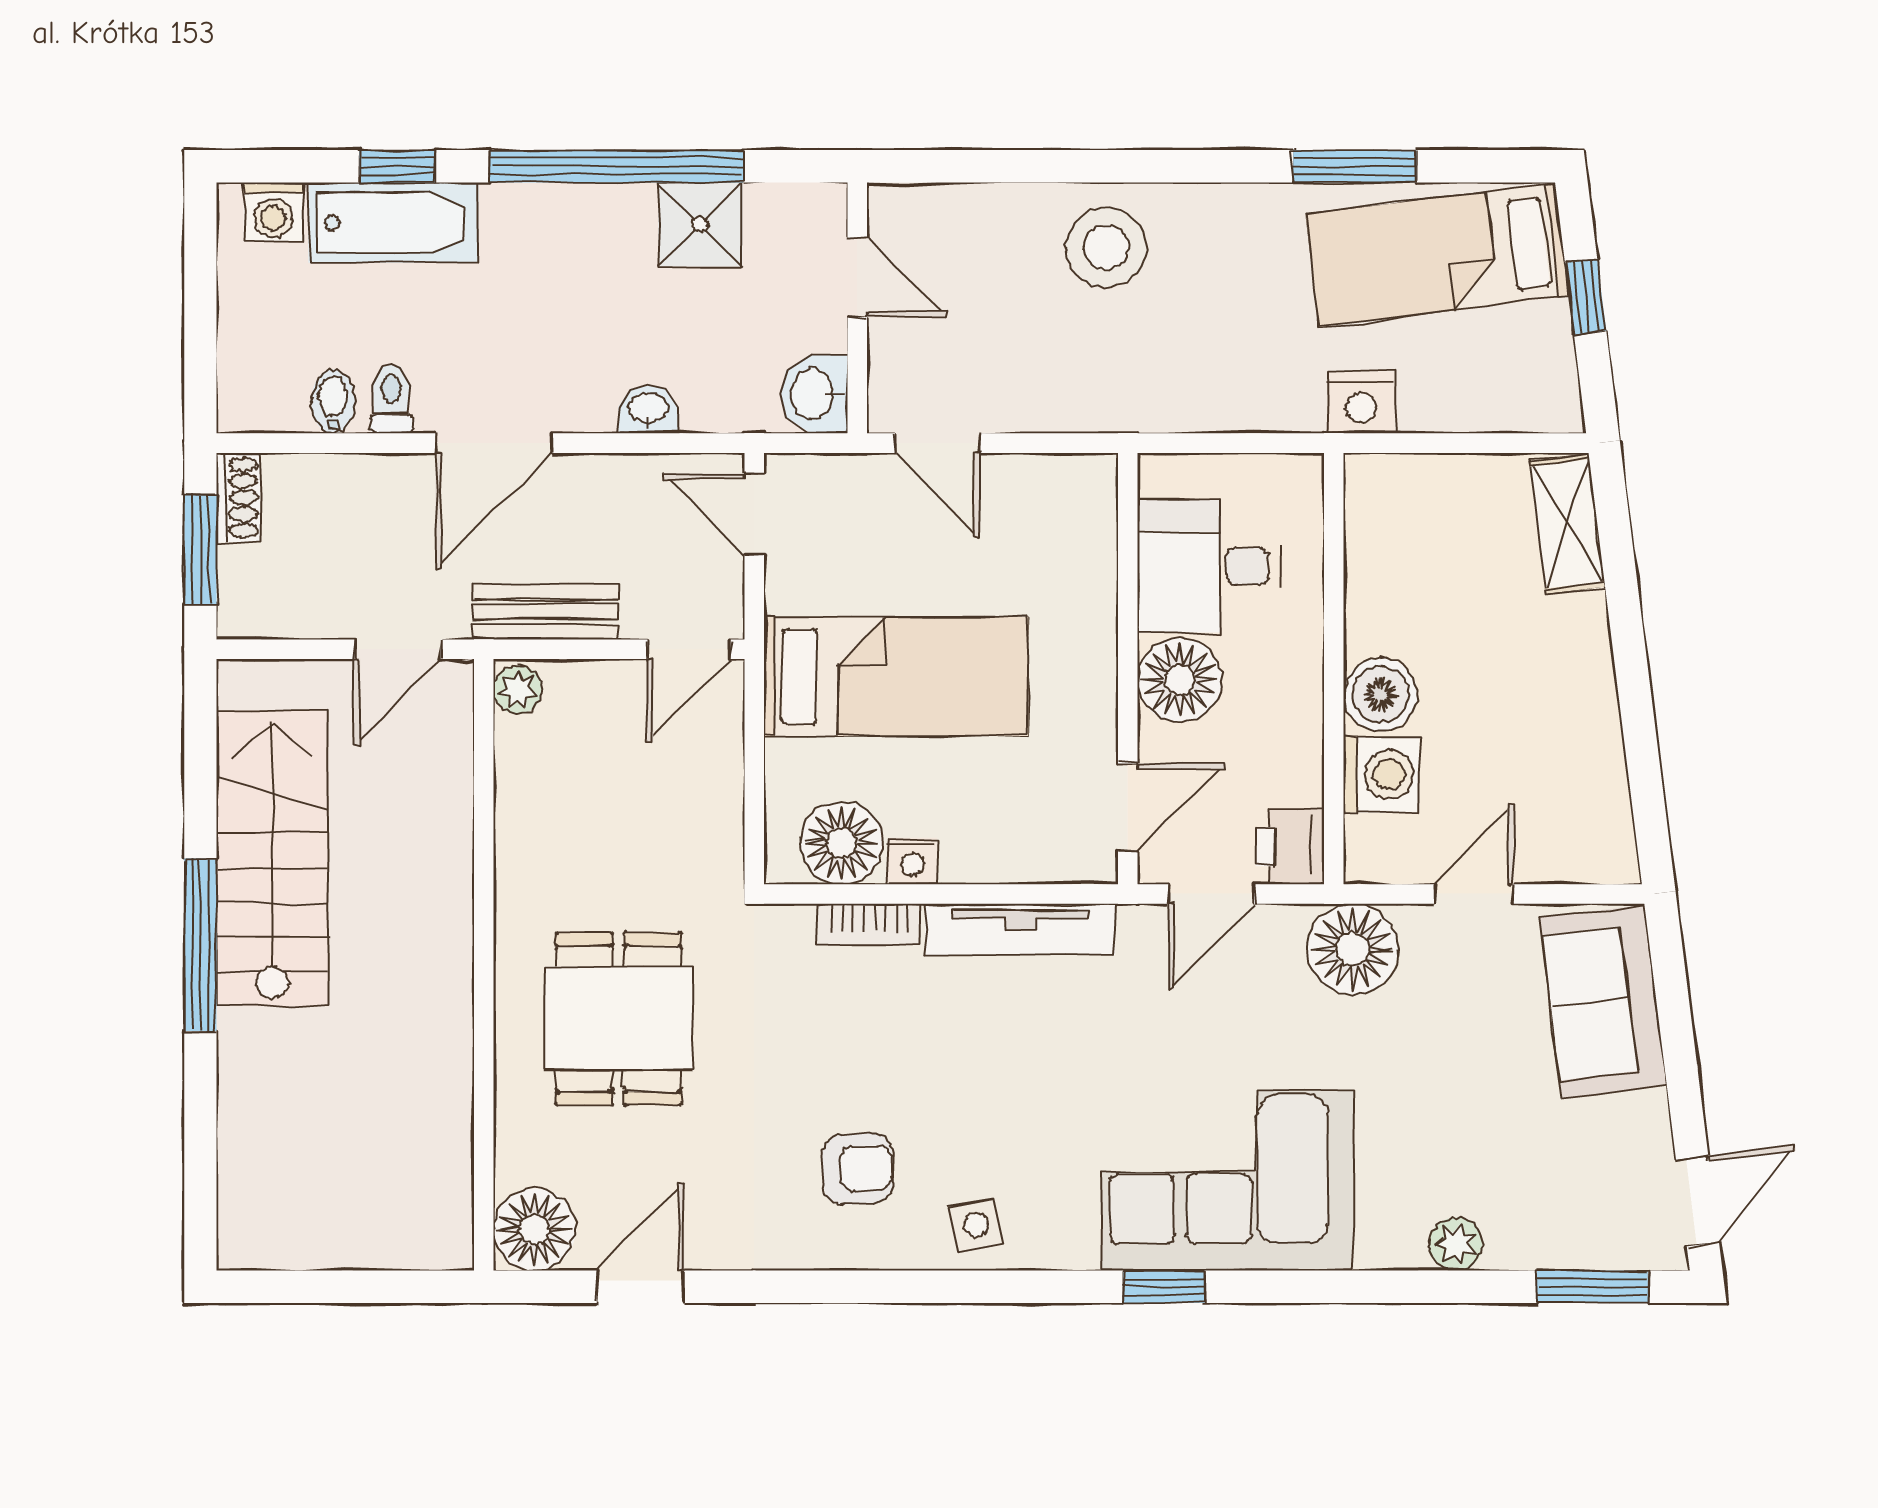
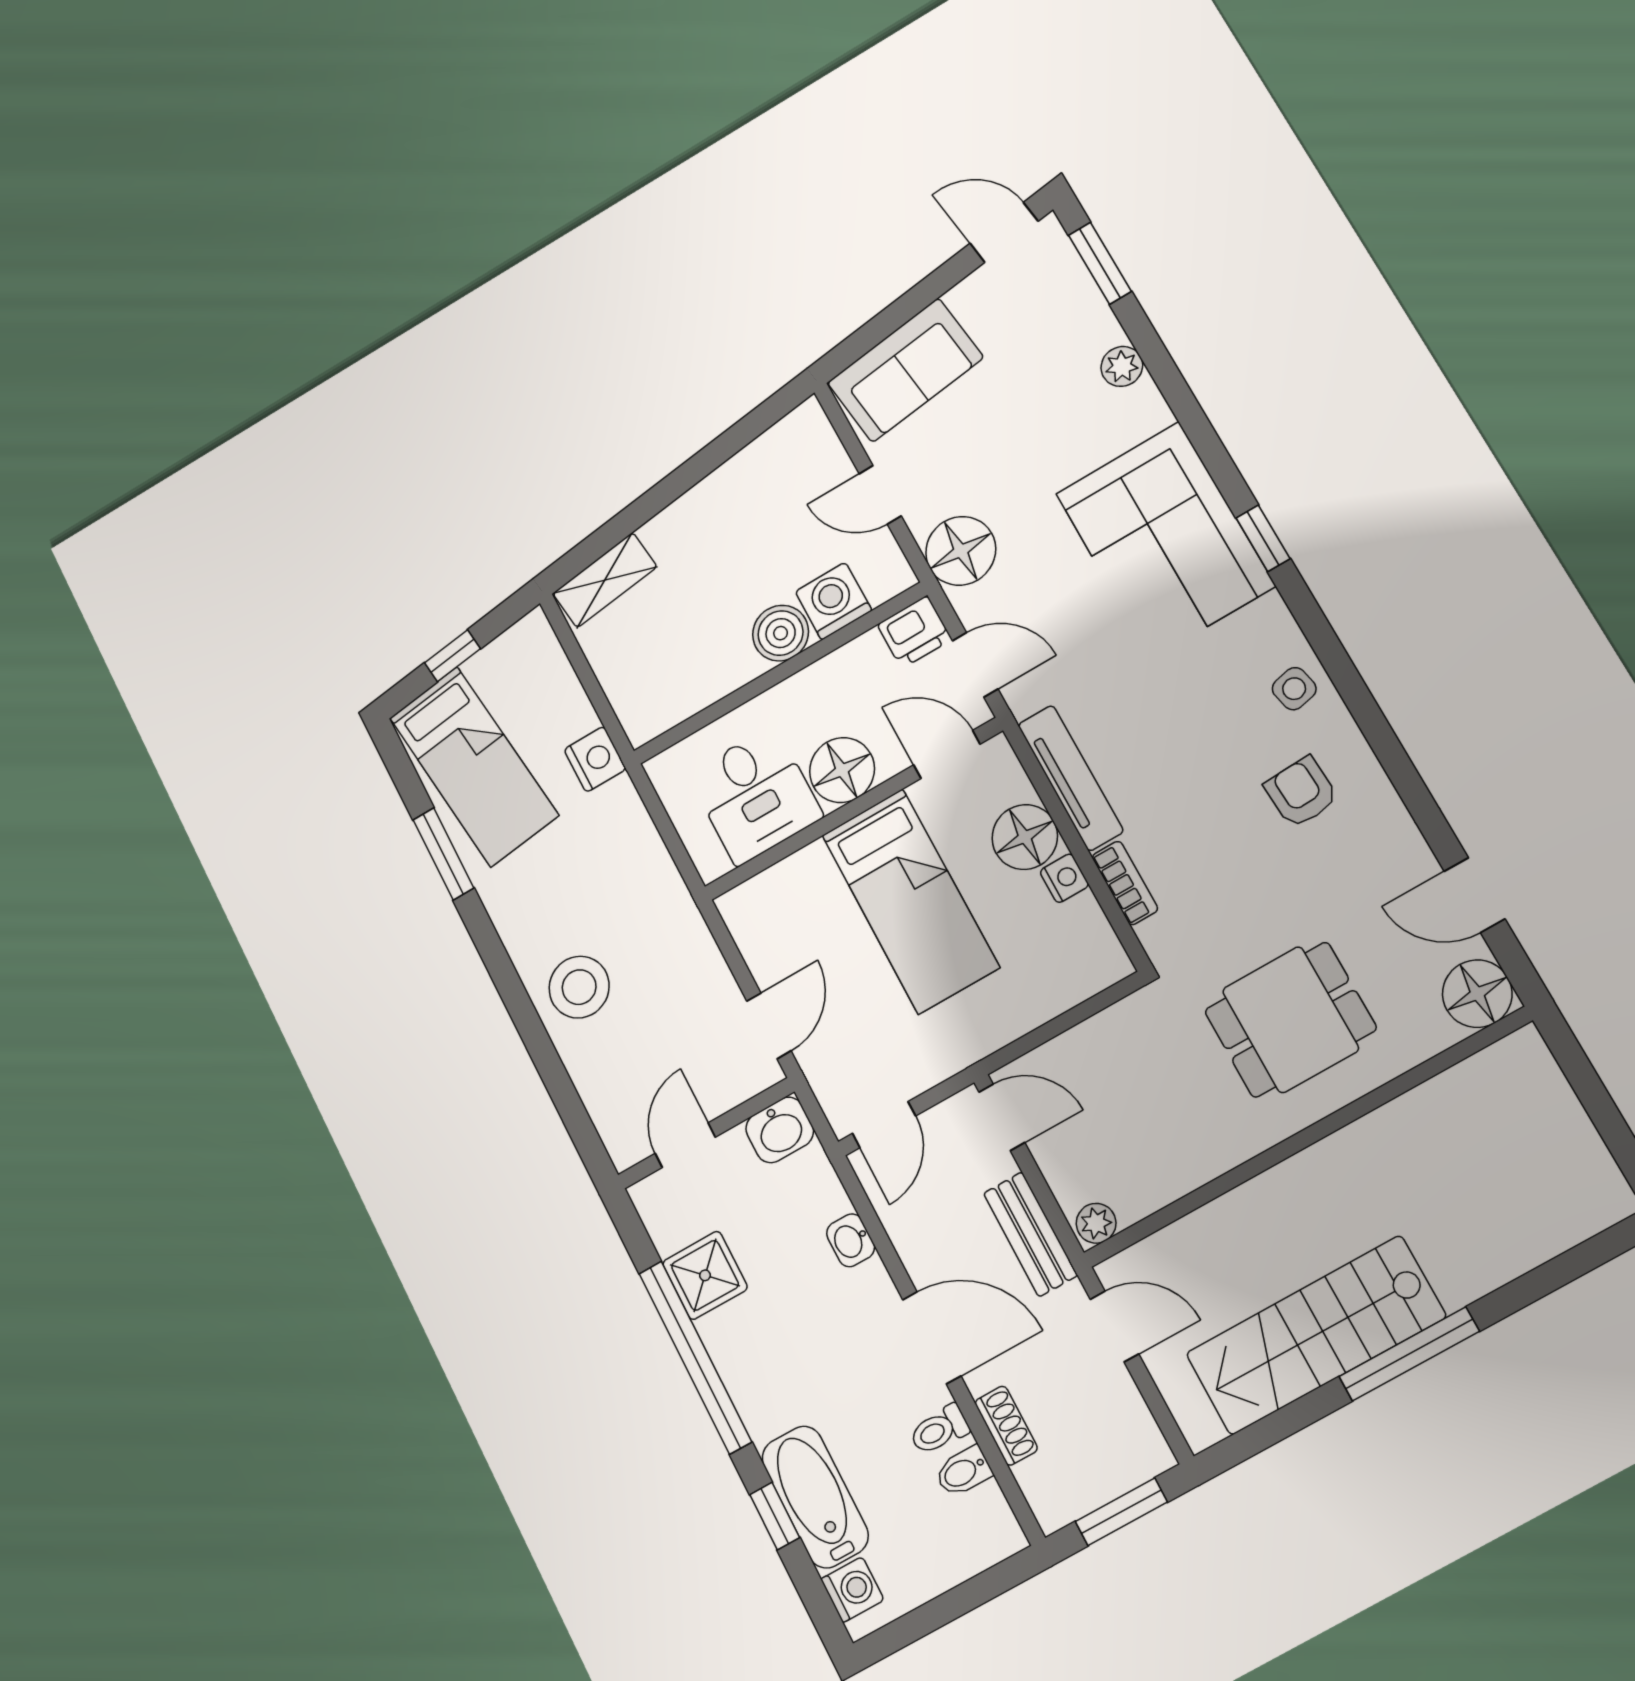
shoe rack: (238, 498) -> (1006, 1426), moved, turned 90
bed: (896, 676) -> (910, 901), moved, turned 180
floor lamp: (841, 843) -> (1025, 837), moved

